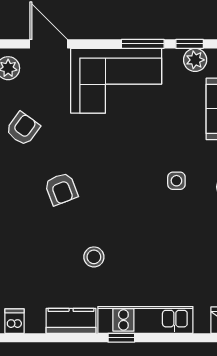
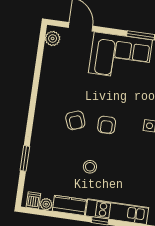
armchair: (23, 129) -> (107, 125), moved, turned 144
plant: (35, 324) -> (46, 204), added

